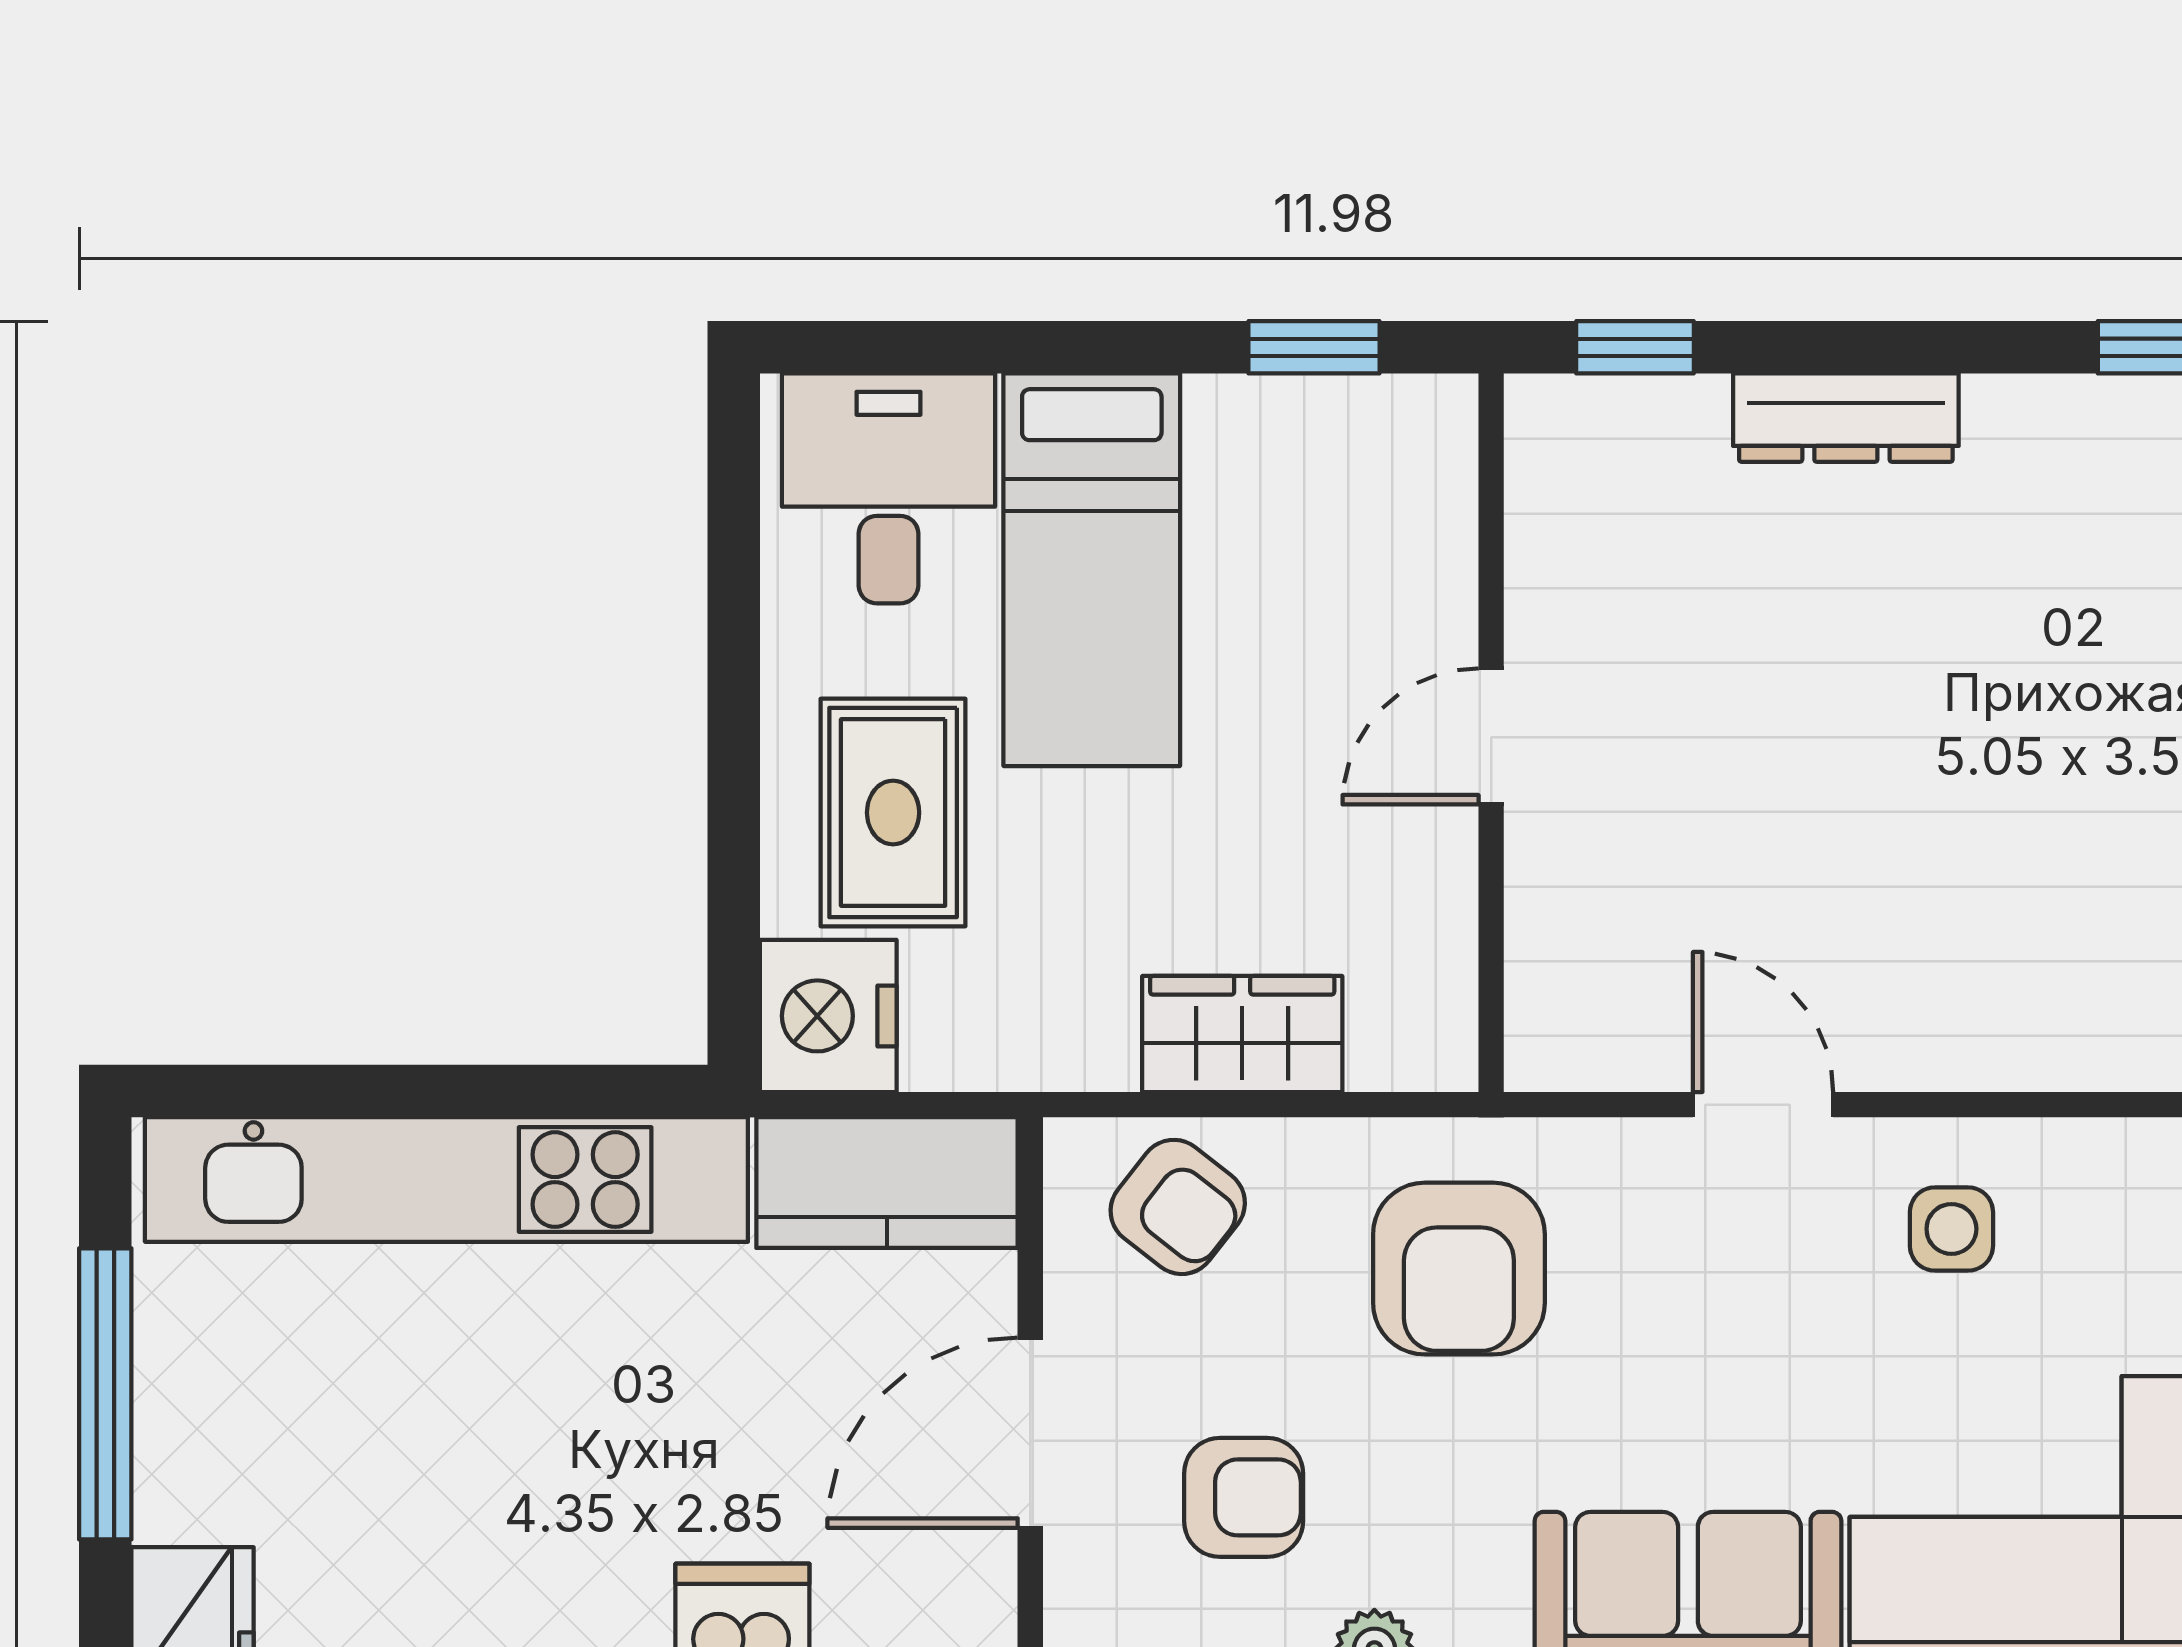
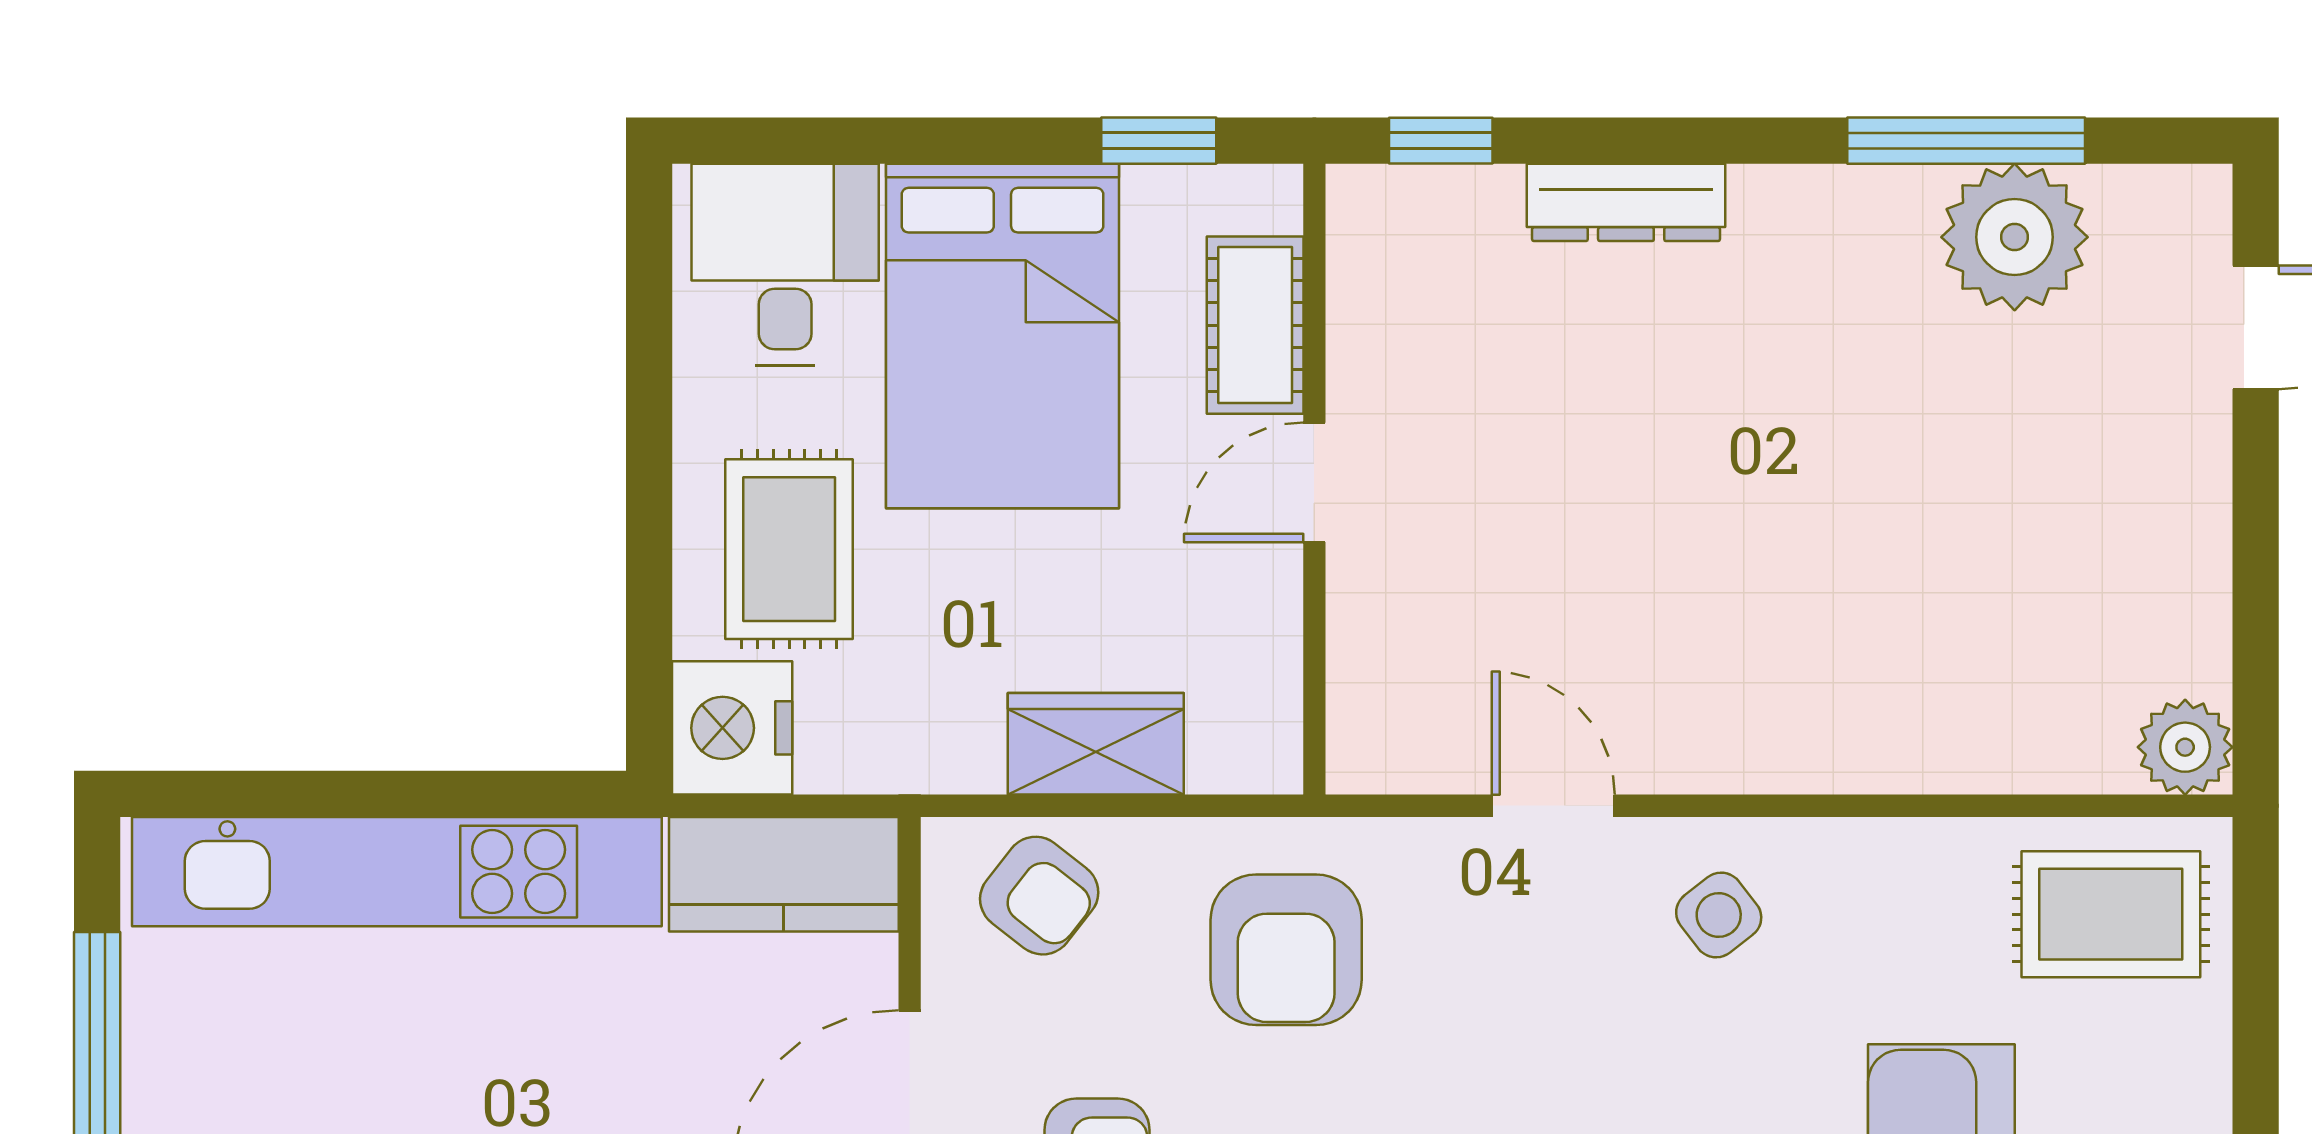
cot: (1424, 557) -> (1255, 325), added
bed: (1092, 570) -> (1002, 336), width x1.50
side table: (1951, 1229) -> (1719, 915), turned -38

